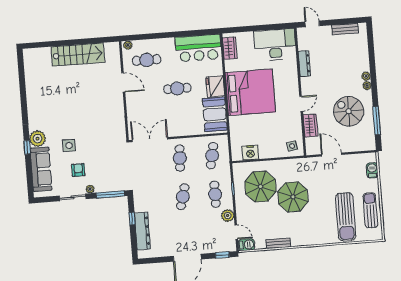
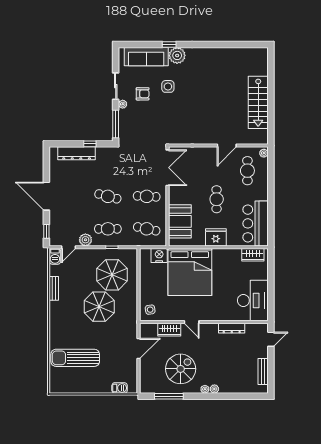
bed: (250, 92) -> (190, 272), moved
booth: (215, 114) -> (180, 221), moved, turned 90
nightstand: (250, 153) -> (159, 255), moved, turned 90
sun lounger: (370, 210) -> (80, 383), removed

